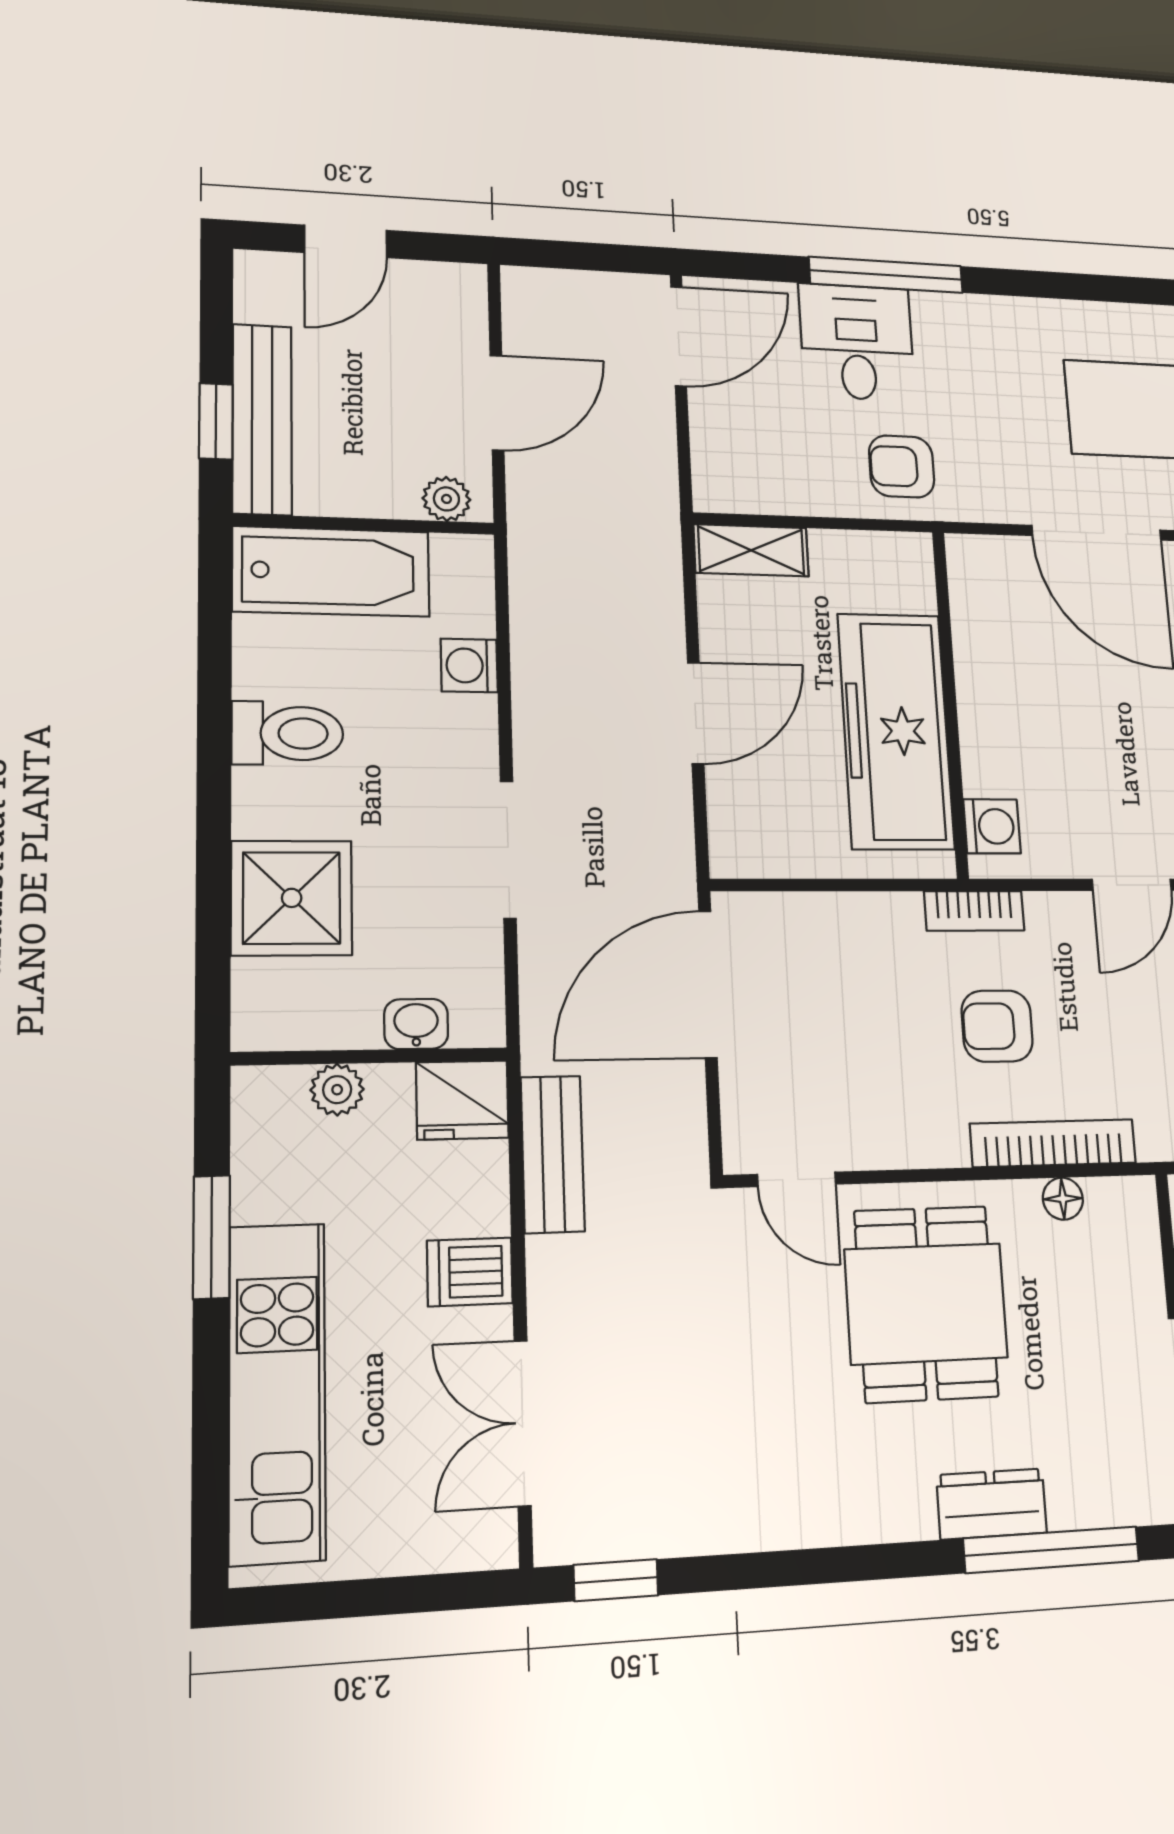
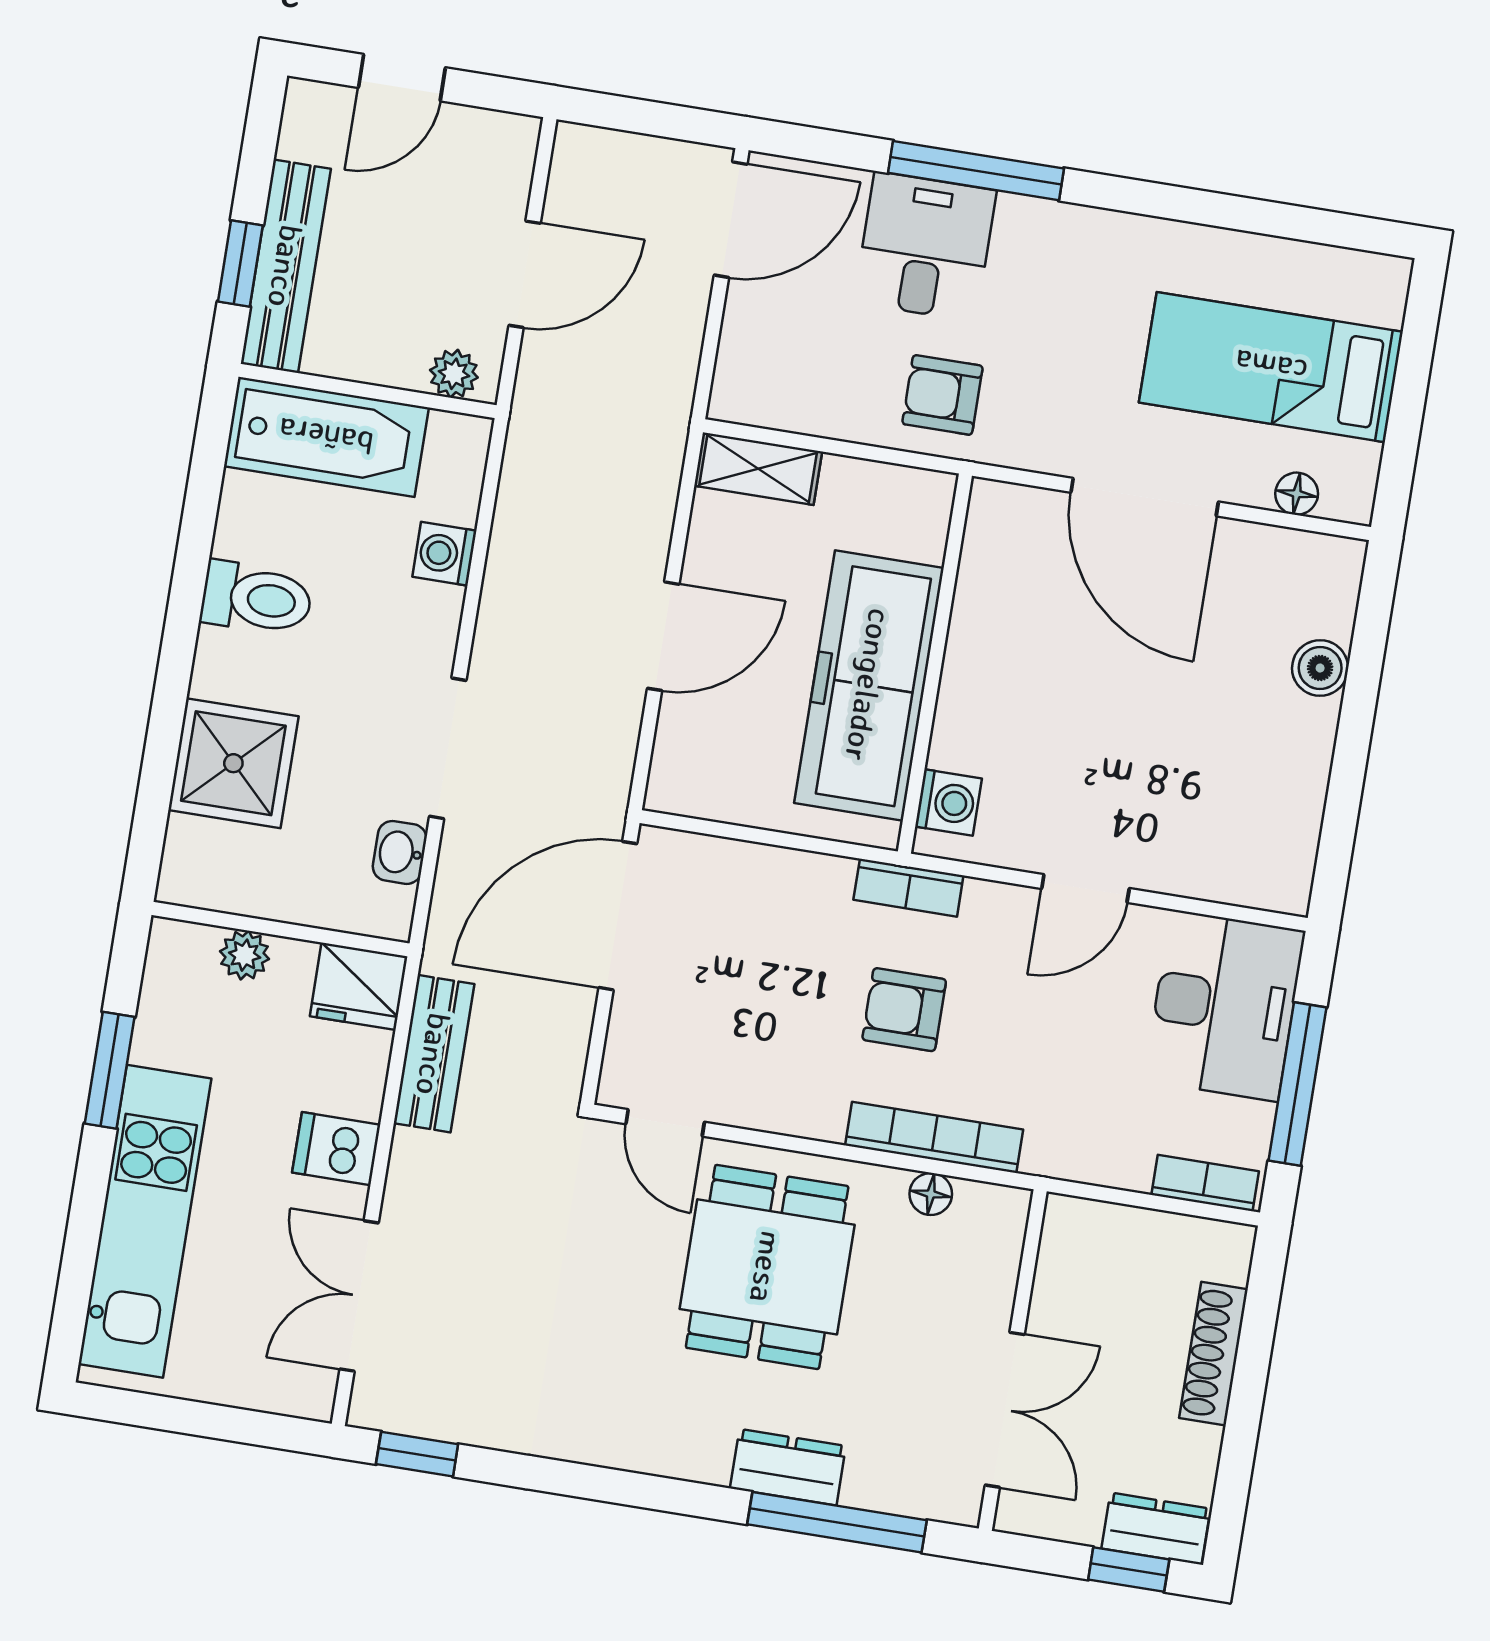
washbasin: (416, 1024) -> (400, 852), moved, turned -90

